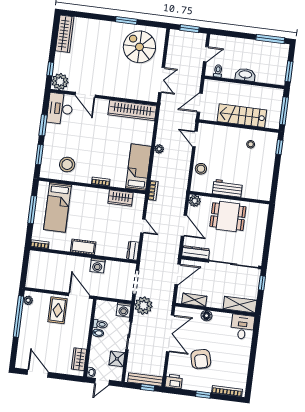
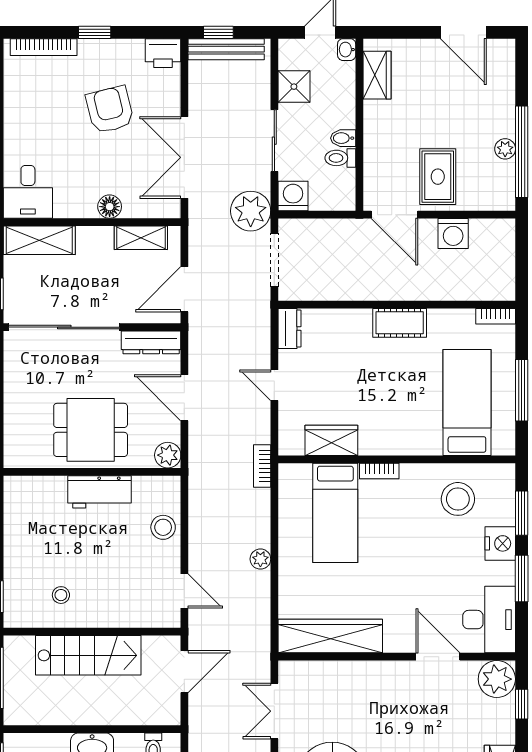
nightstand: (51, 142) -> (500, 543), added
bed: (138, 167) -> (335, 513), moved
washing machine: (97, 266) -> (453, 233), moved, turned 180
plant: (28, 300) -> (505, 149), moved

